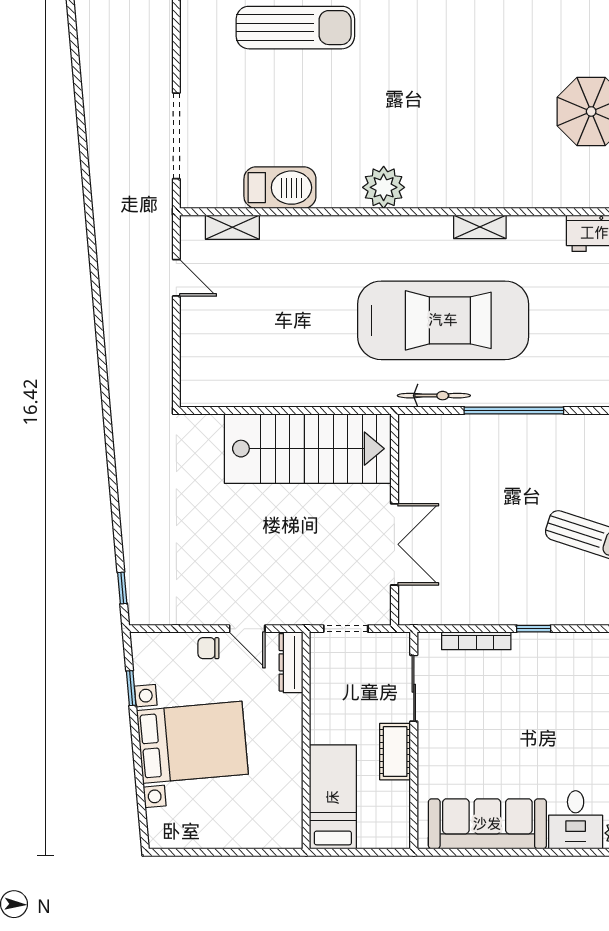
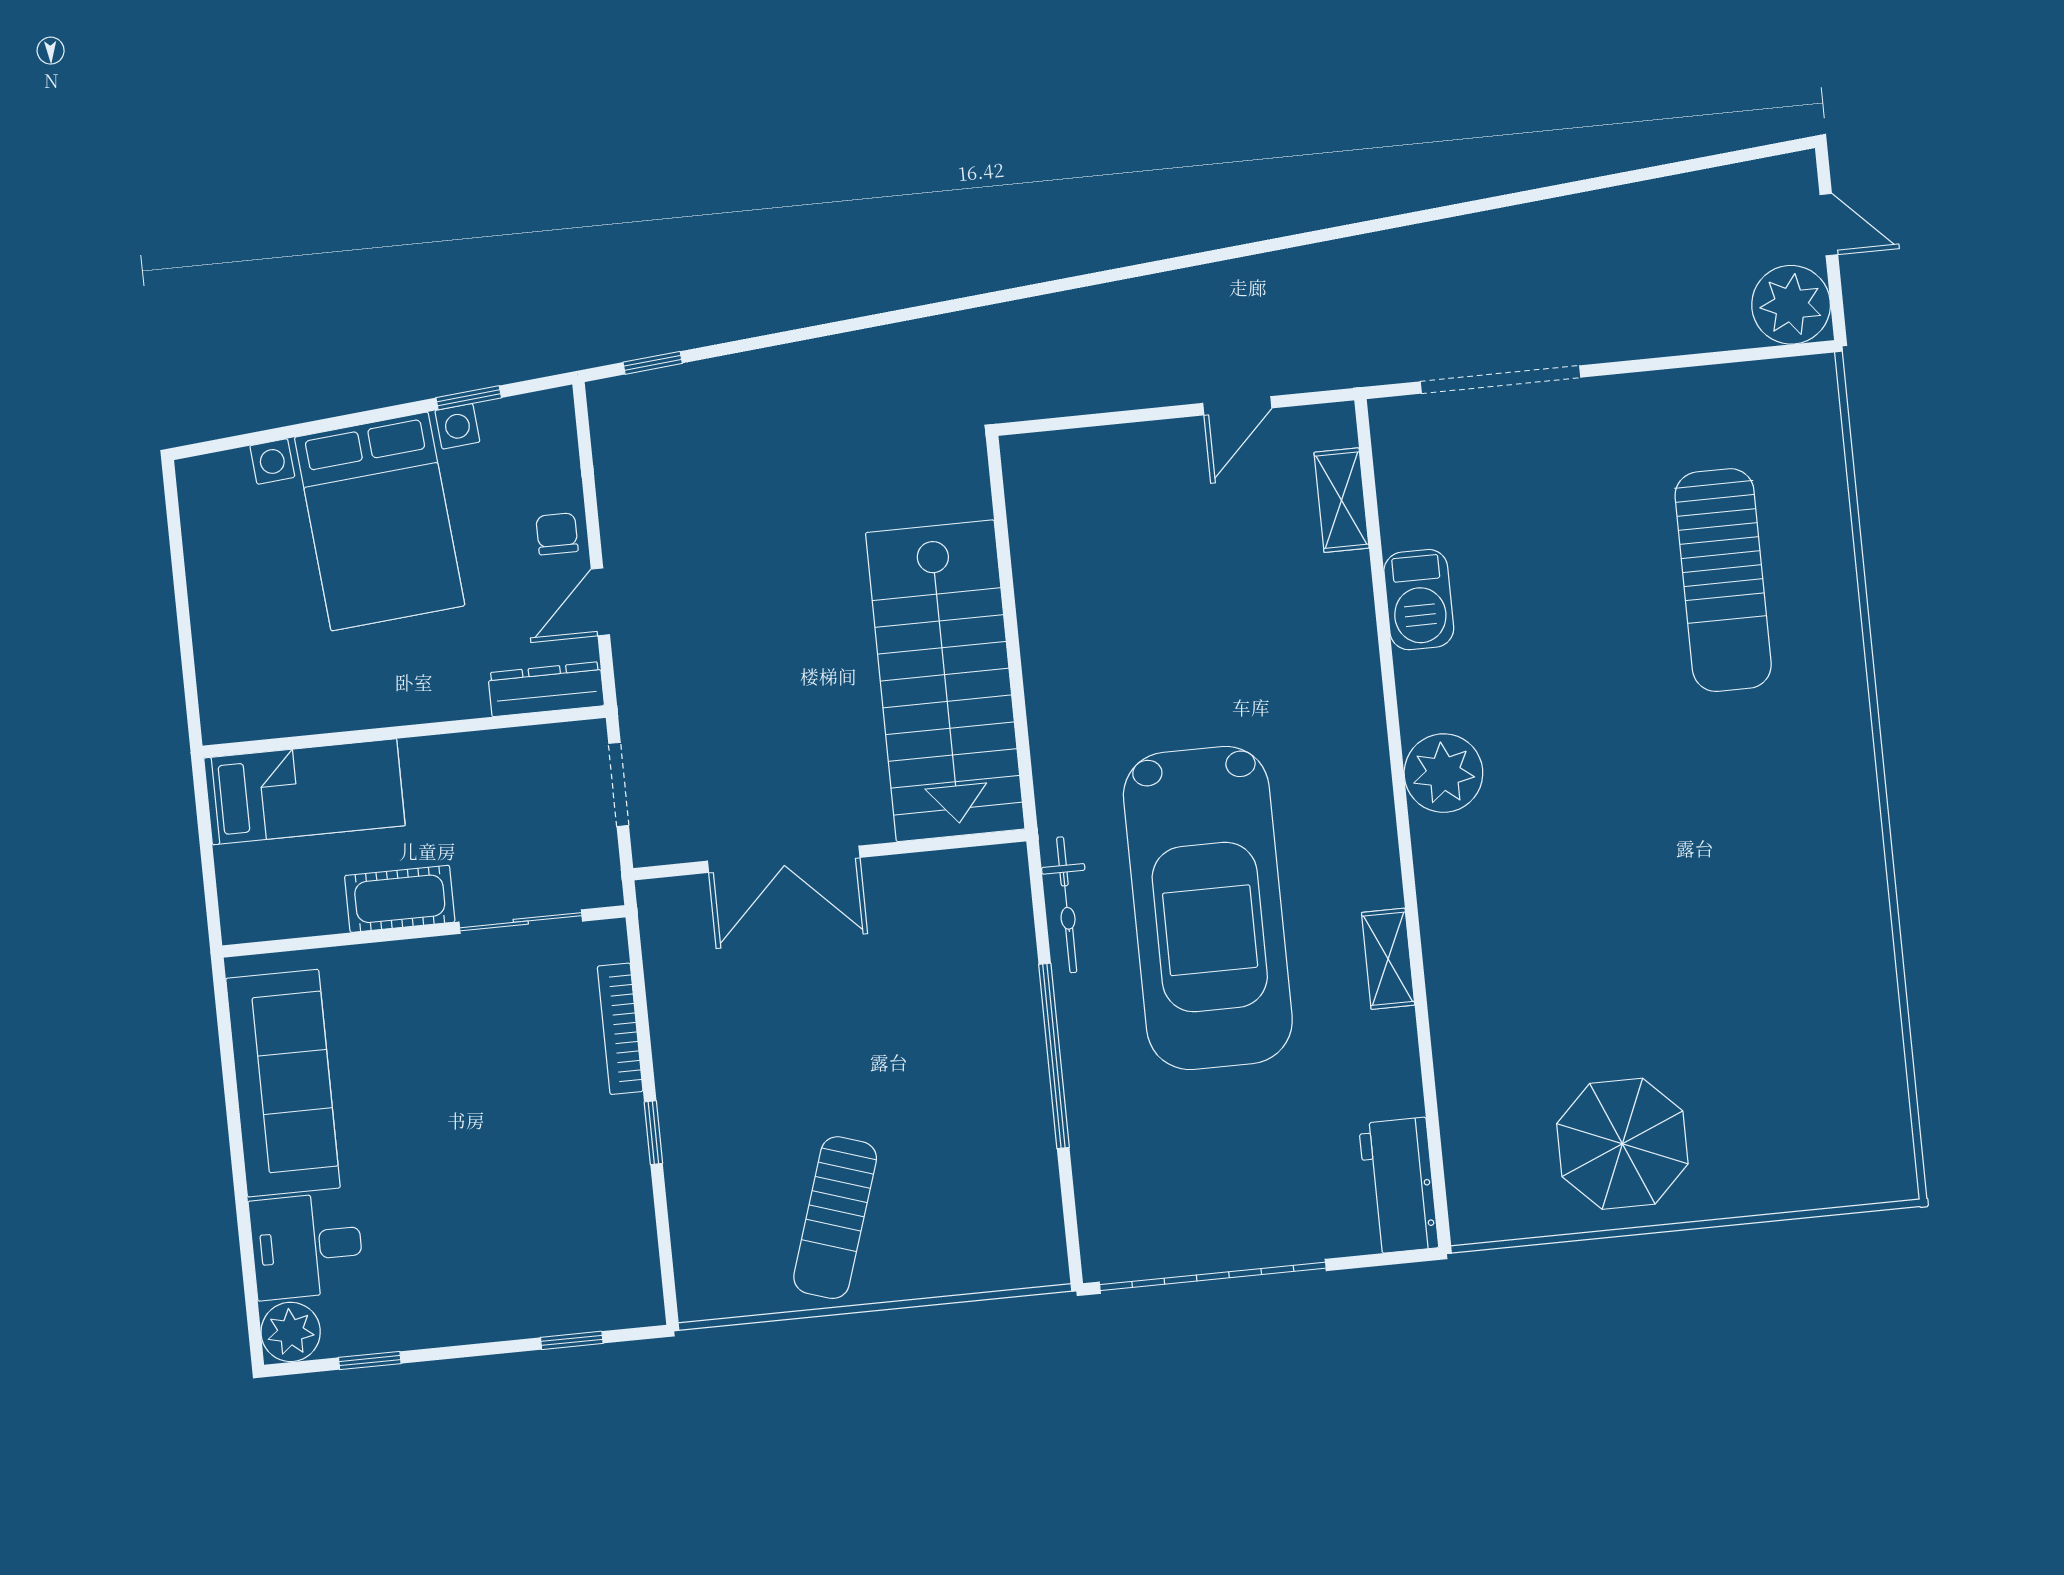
barbecue: (280, 188) -> (1419, 600), width x0.73, depth x0.83

